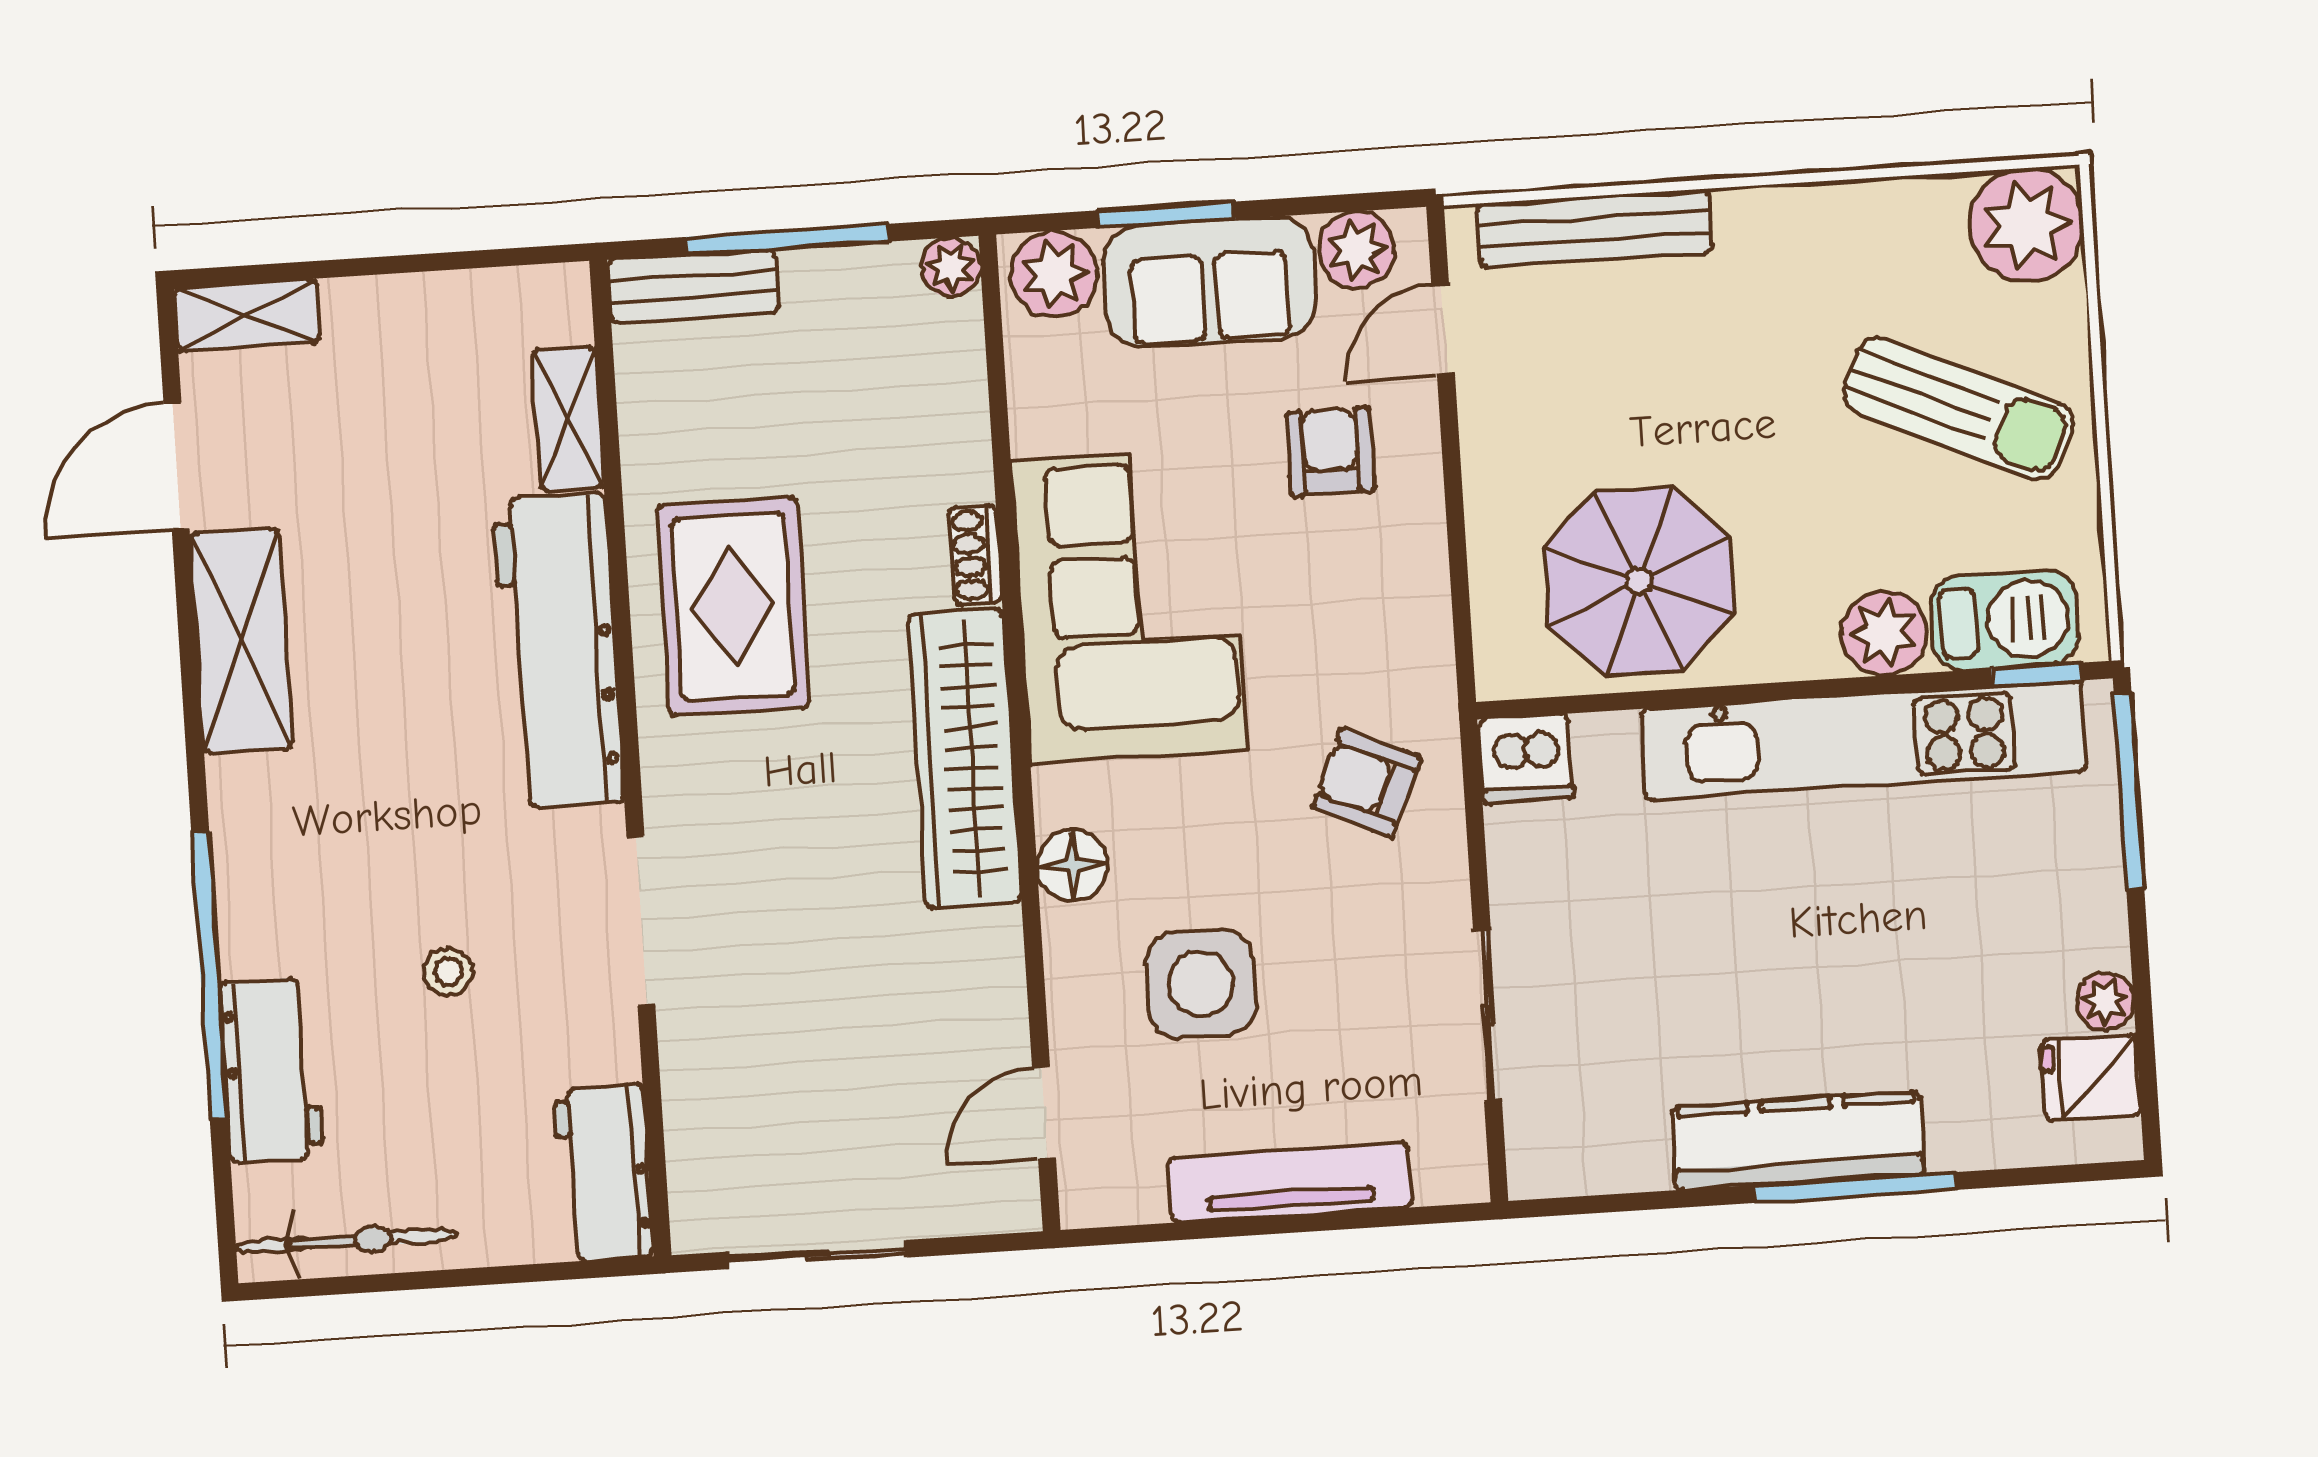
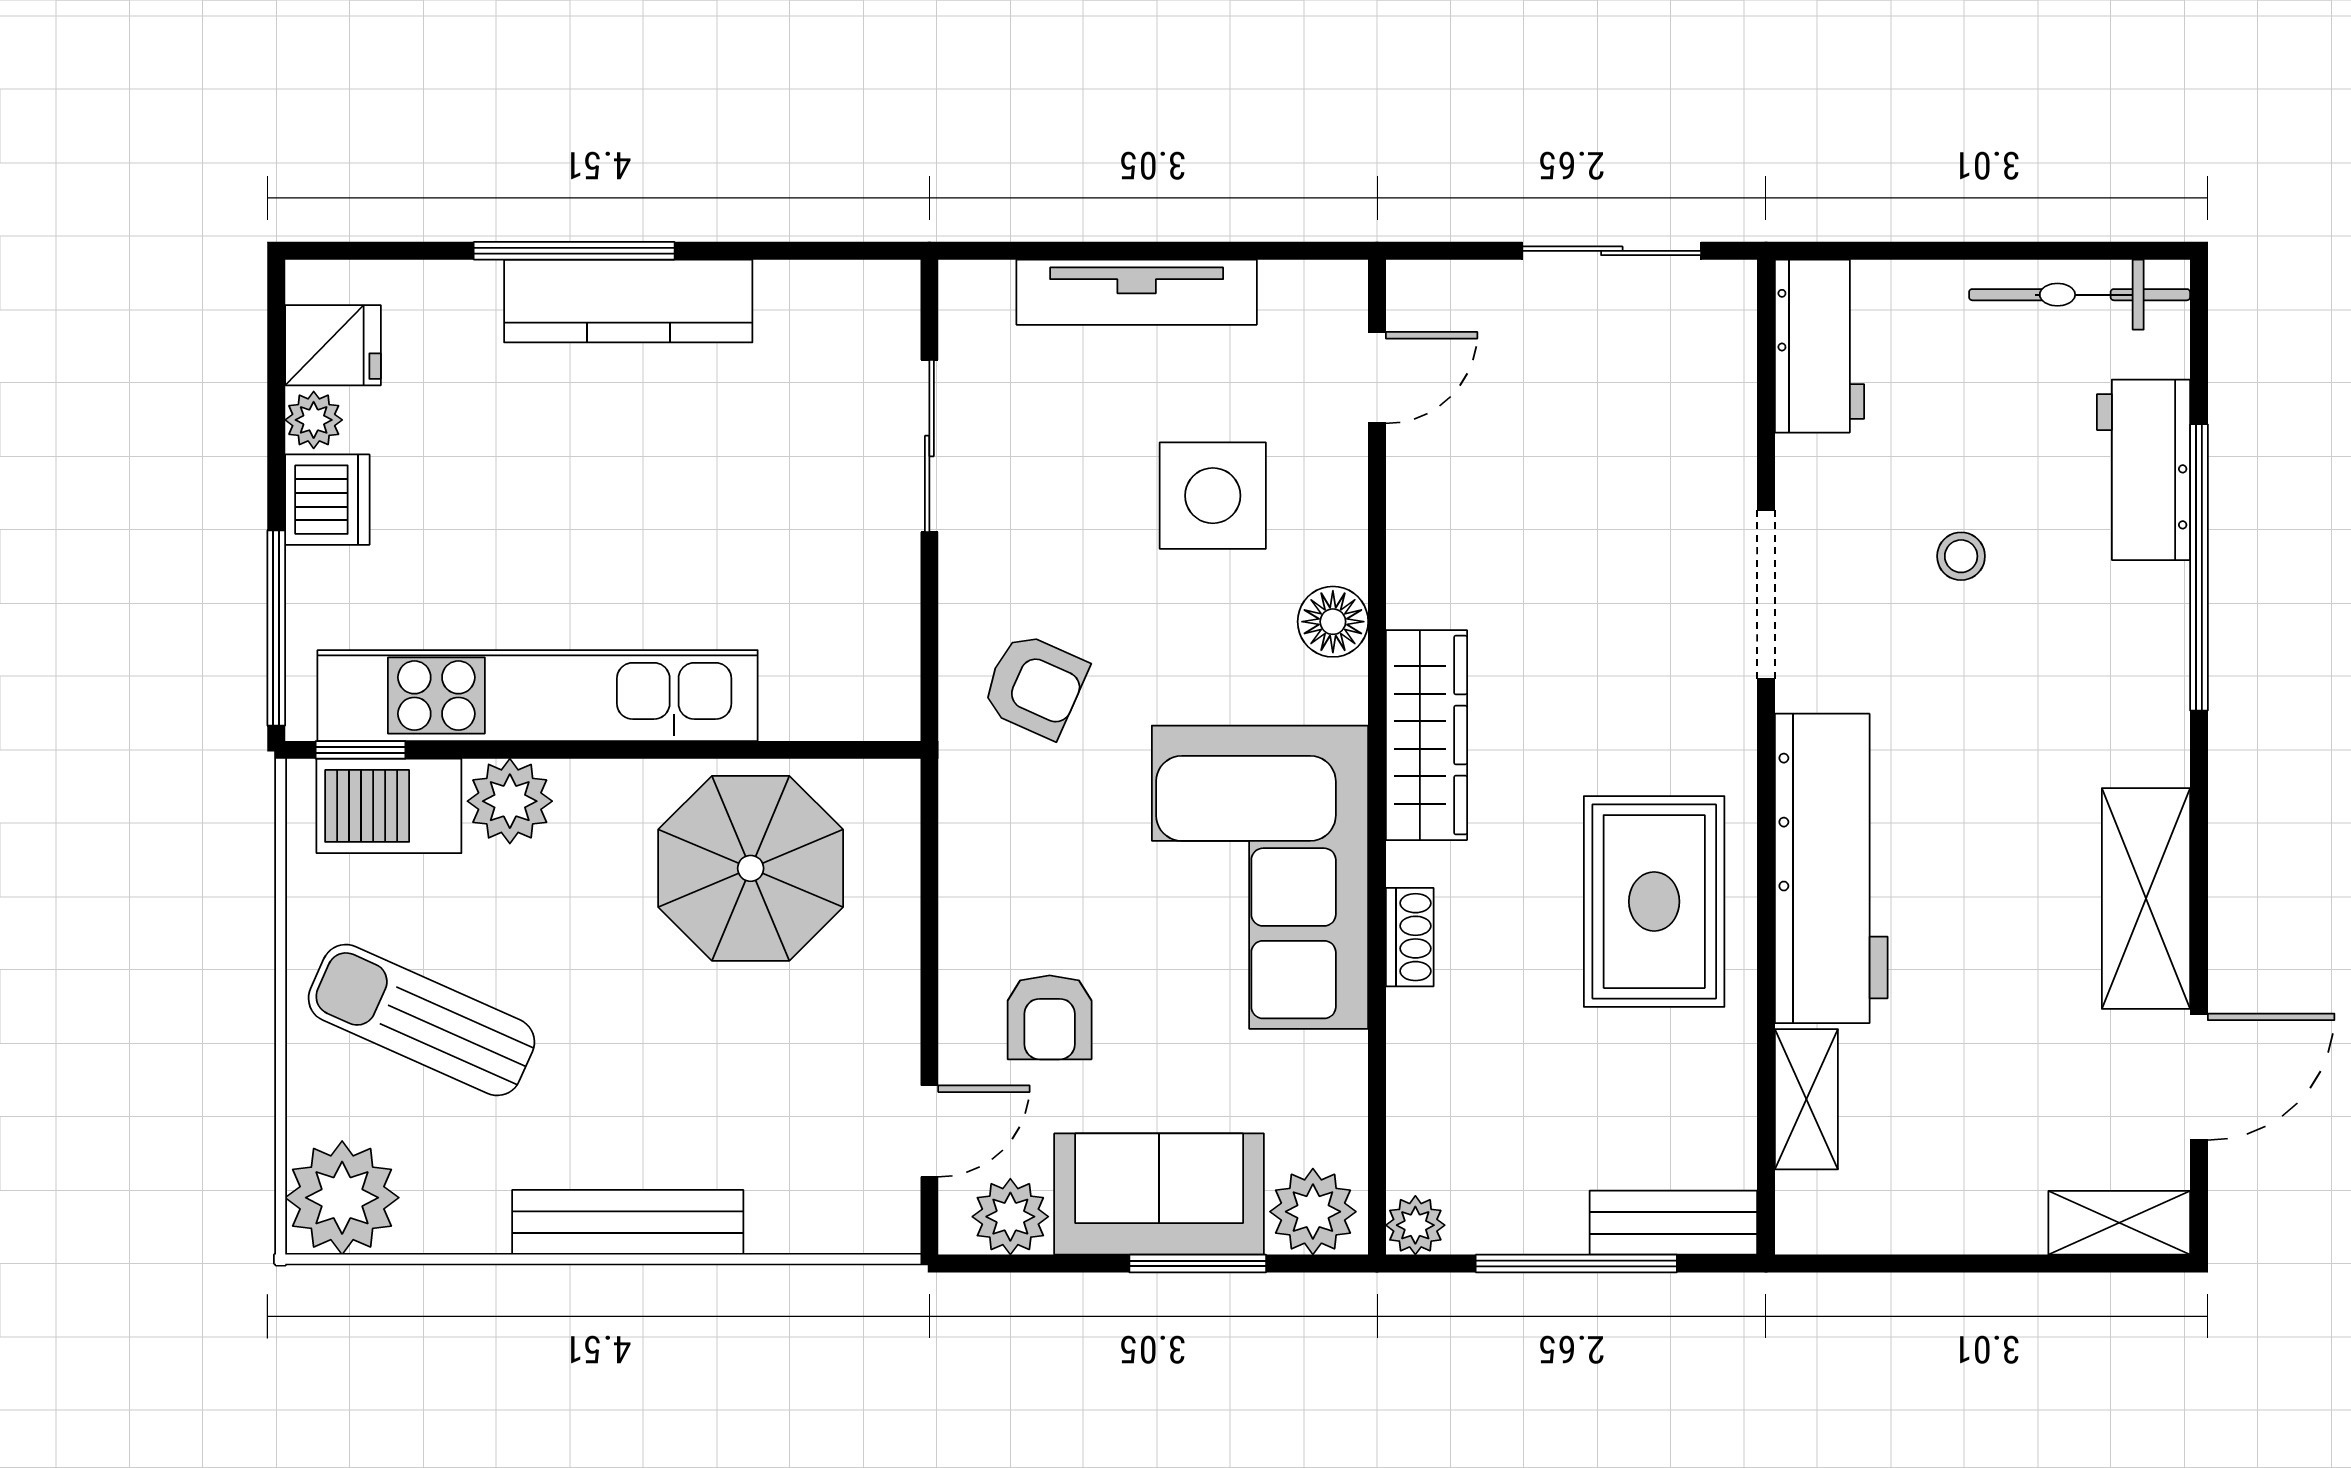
bench: (1594, 228) -> (628, 1222), moved
wardrobe: (964, 759) -> (1426, 735), width x0.71, depth x0.85
dishwasher: (1526, 759) -> (327, 500), moved, turned 90

